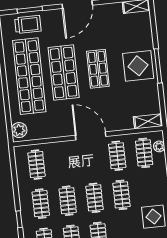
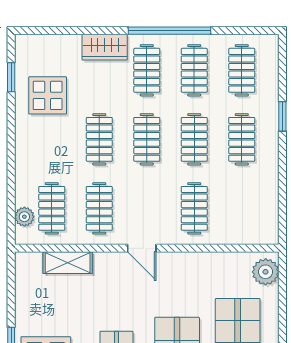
shelving: (148, 121) -> (68, 263), moved
door: (91, 136) -> (142, 248), width x0.53
clothes rail: (37, 165) -> (194, 208), moved

